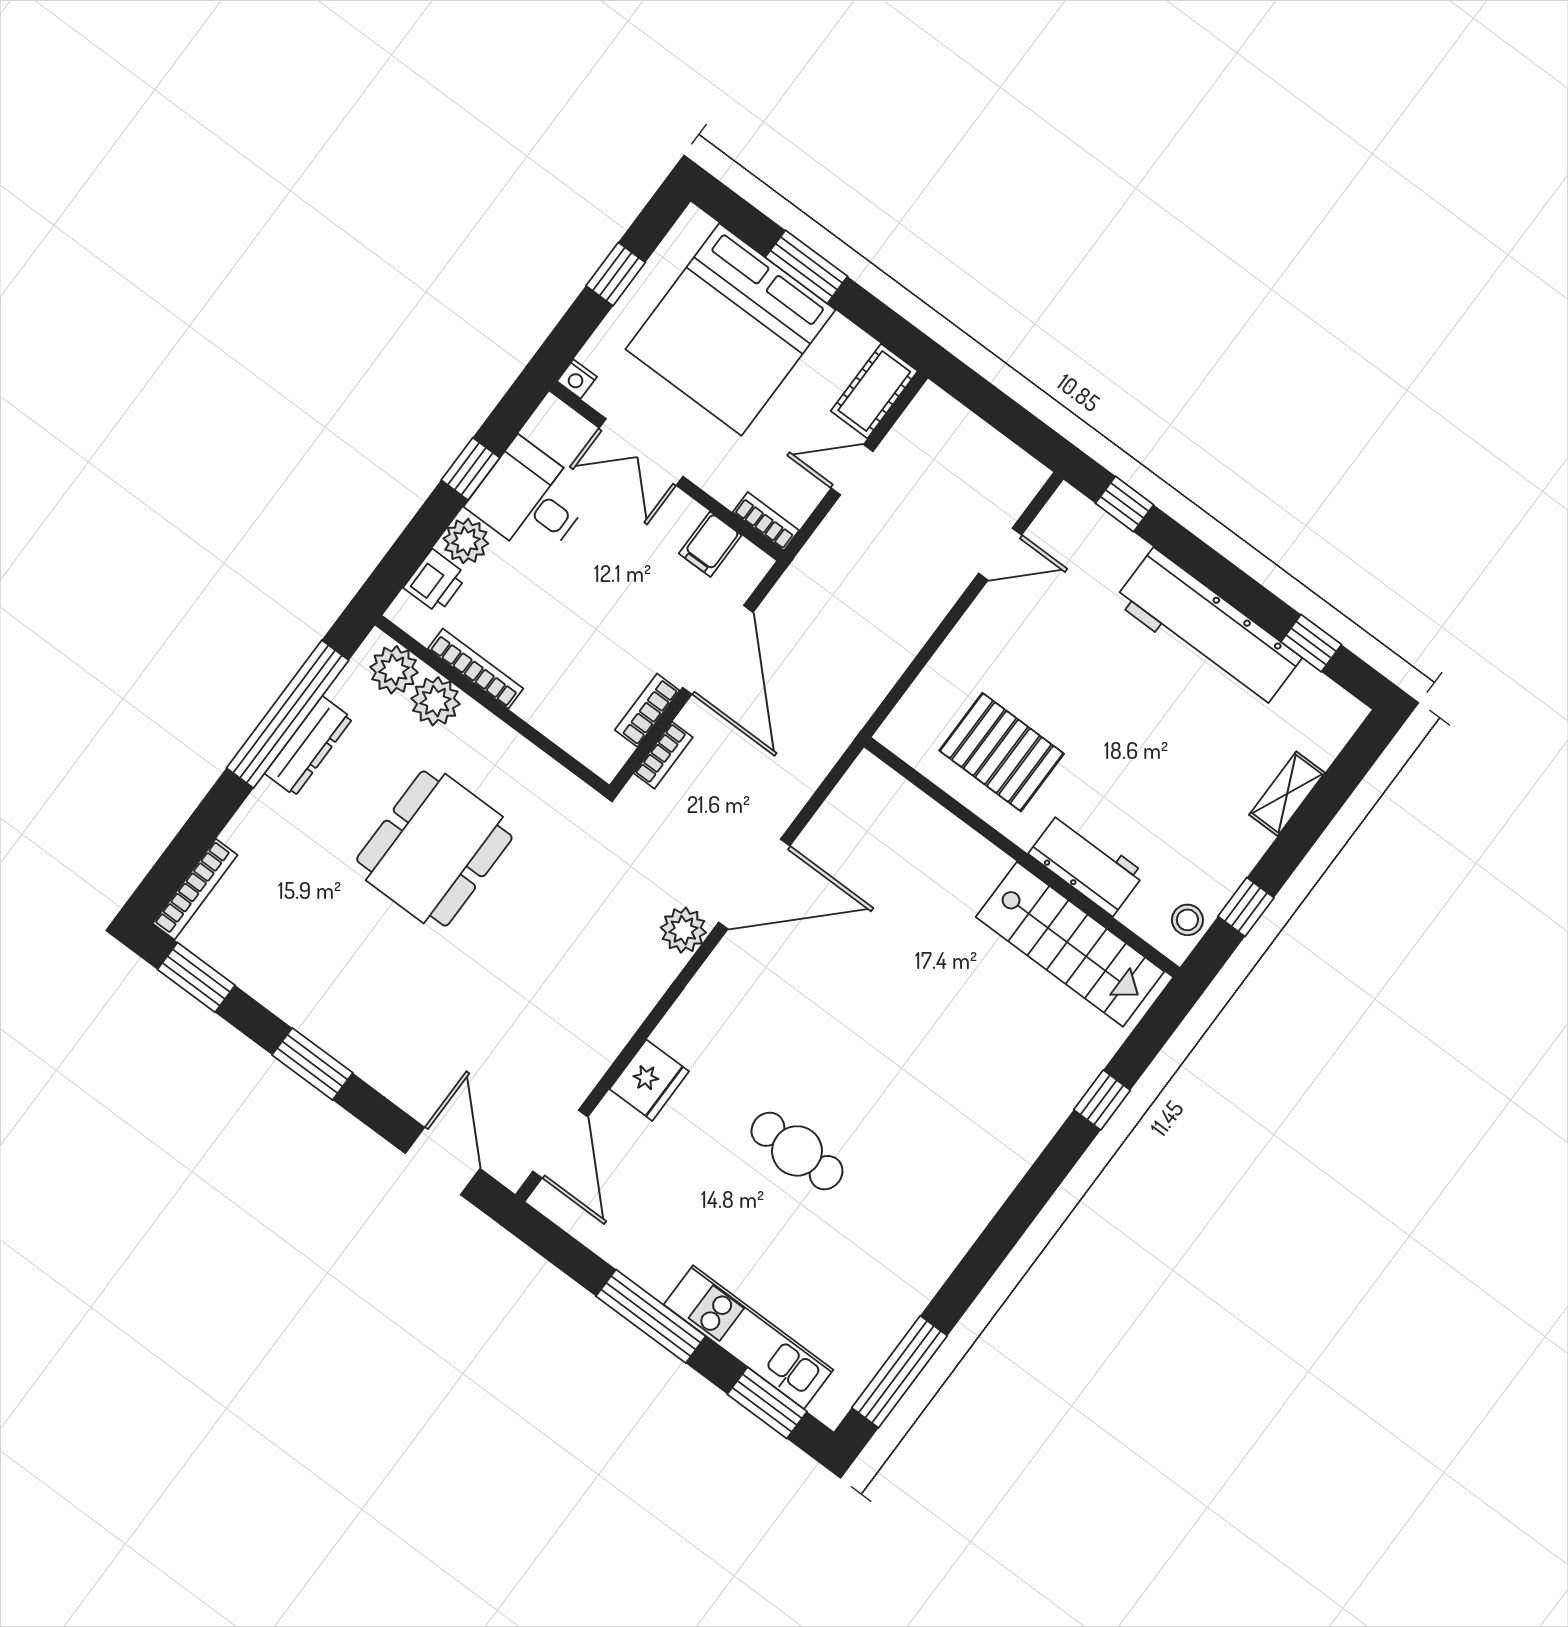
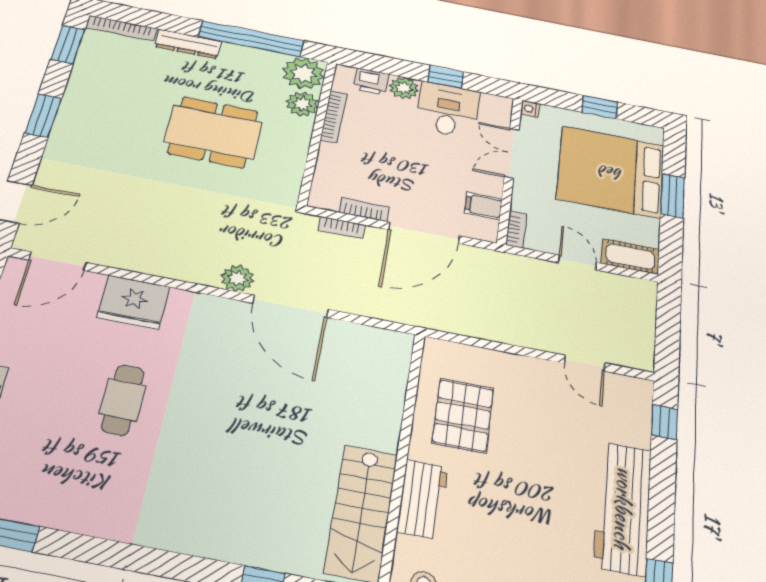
plant: (394, 670) -> (303, 74), width x1.36, depth x1.36
dresser: (309, 746) -> (188, 44), moved
fridge: (649, 1080) -> (134, 302), width x1.36, depth x1.34

